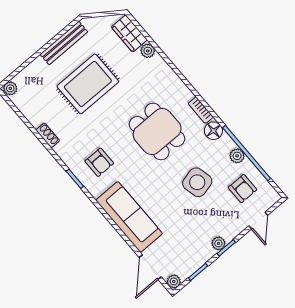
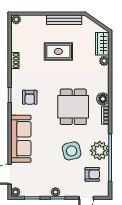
rug: (88, 84) -> (58, 52), width x0.73, depth x0.70
floor lamp: (213, 131) -> (103, 99), moved
plant: (237, 156) -> (100, 151), width x1.88, depth x1.88
armchair: (243, 189) -> (92, 174), turned -90

